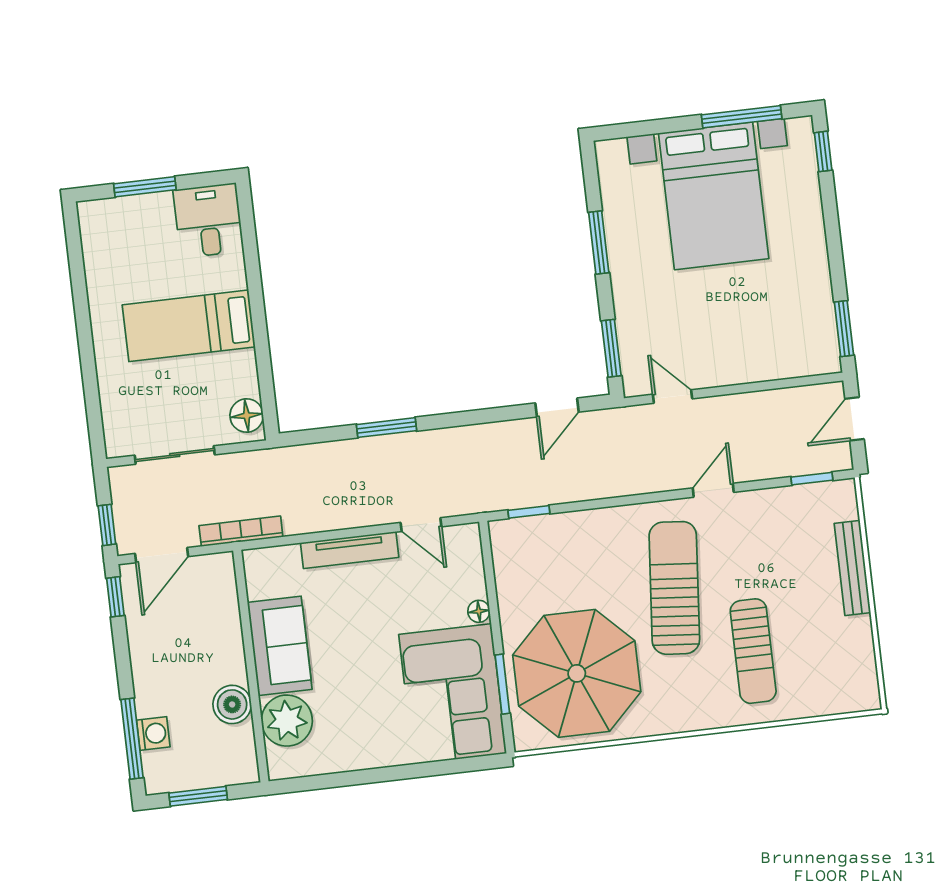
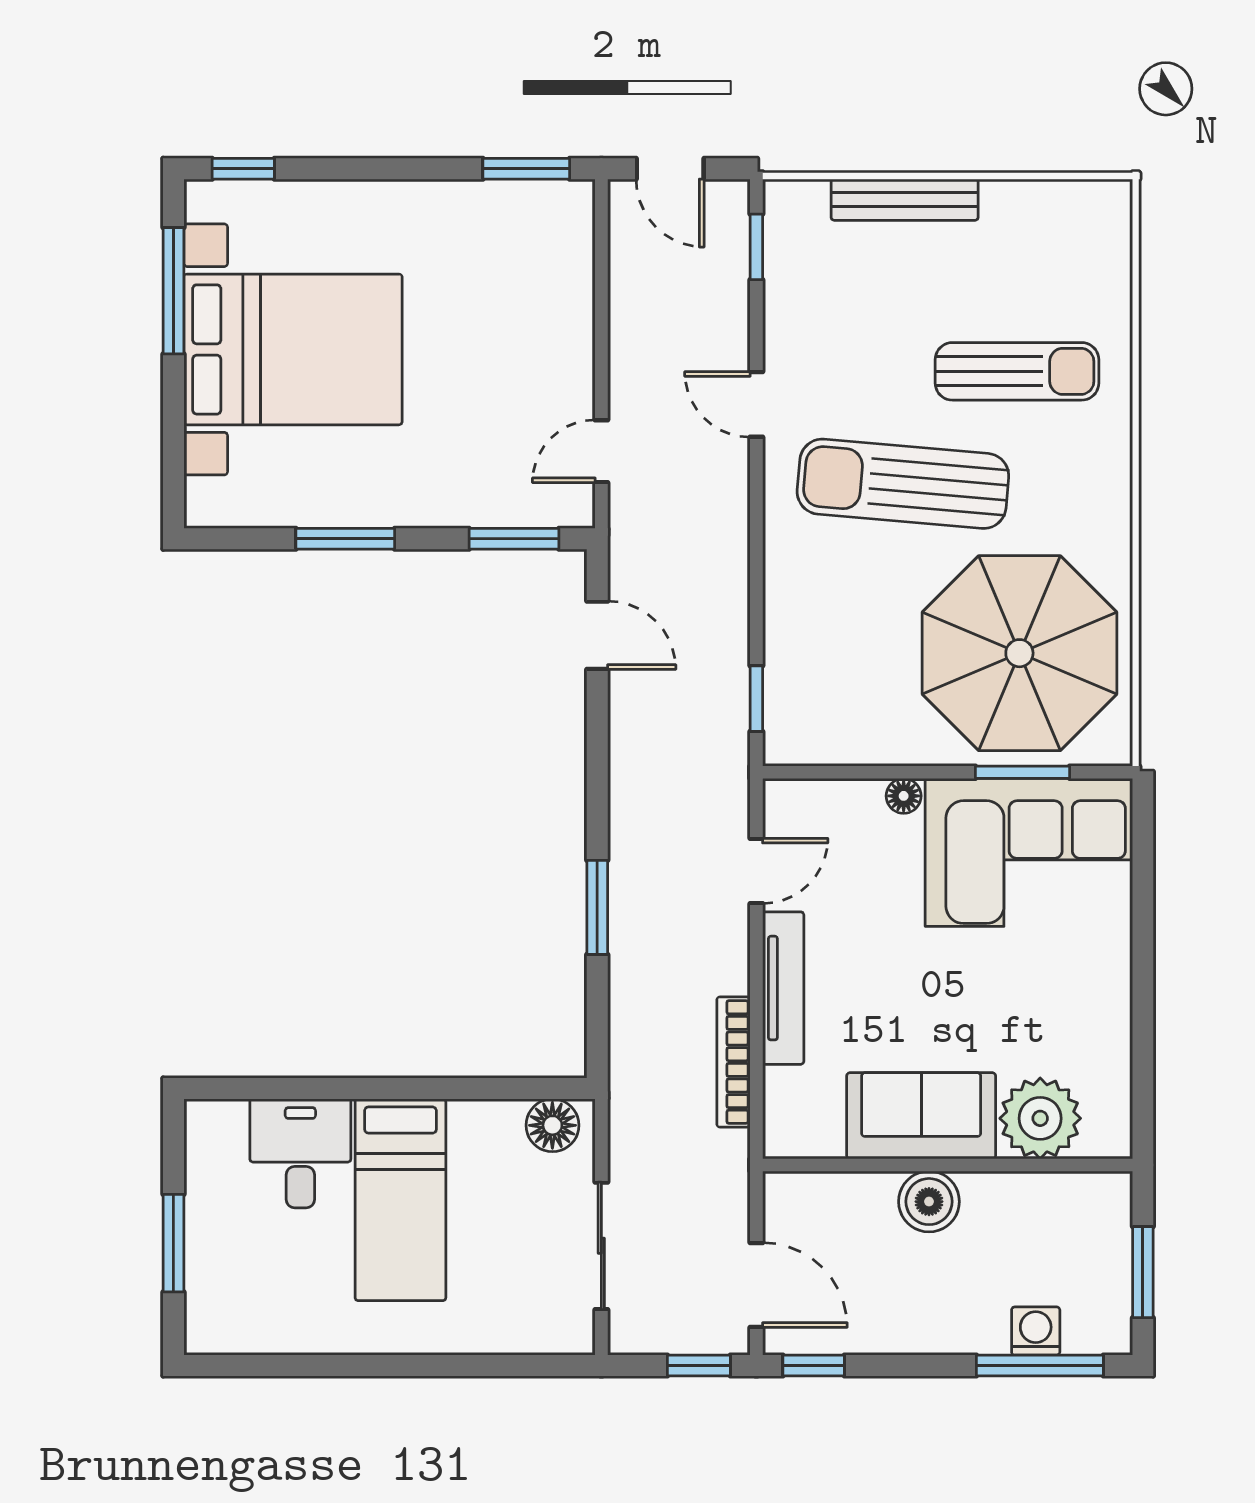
desk: (208, 221) -> (300, 1153), moved, turned 90
bookcase: (241, 531) -> (733, 1062), moved
boiler: (232, 704) -> (929, 1202), moved

